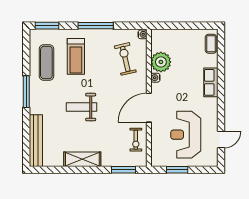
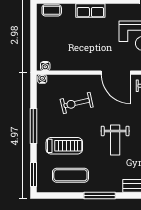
exercise bike: (125, 59) -> (77, 103), moved
plant: (161, 62) -> (70, 61), removed
water cooler: (155, 78) -> (45, 66), moved

